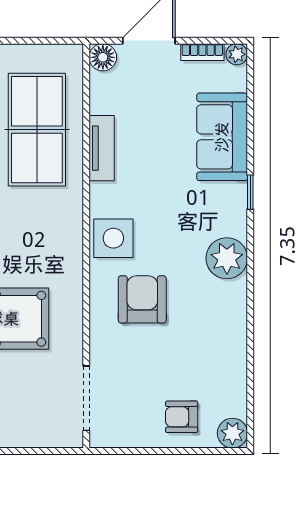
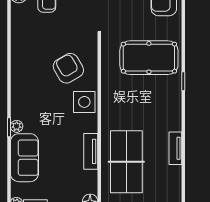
plant: (227, 258) -> (17, 126), moved, width x0.53, depth x0.53
armchair: (142, 299) -> (68, 68), turned 150

